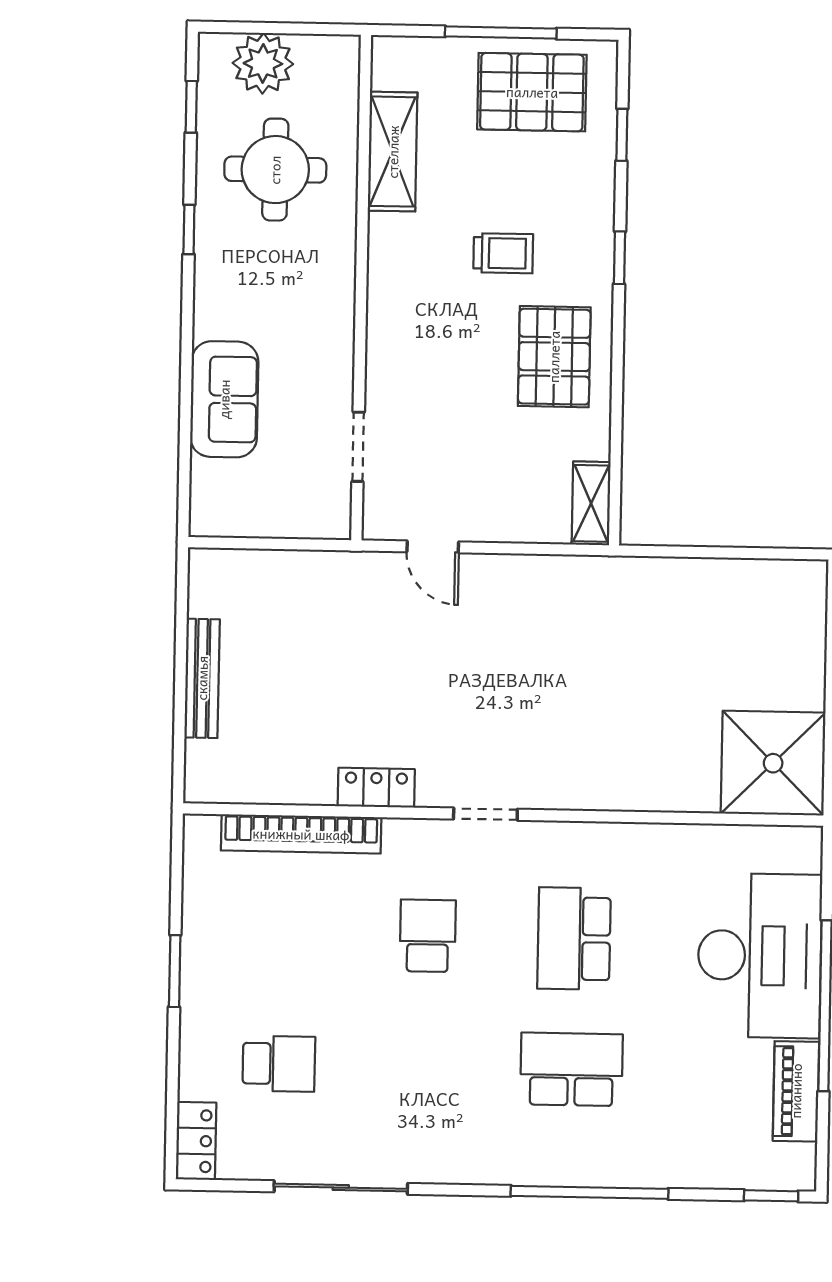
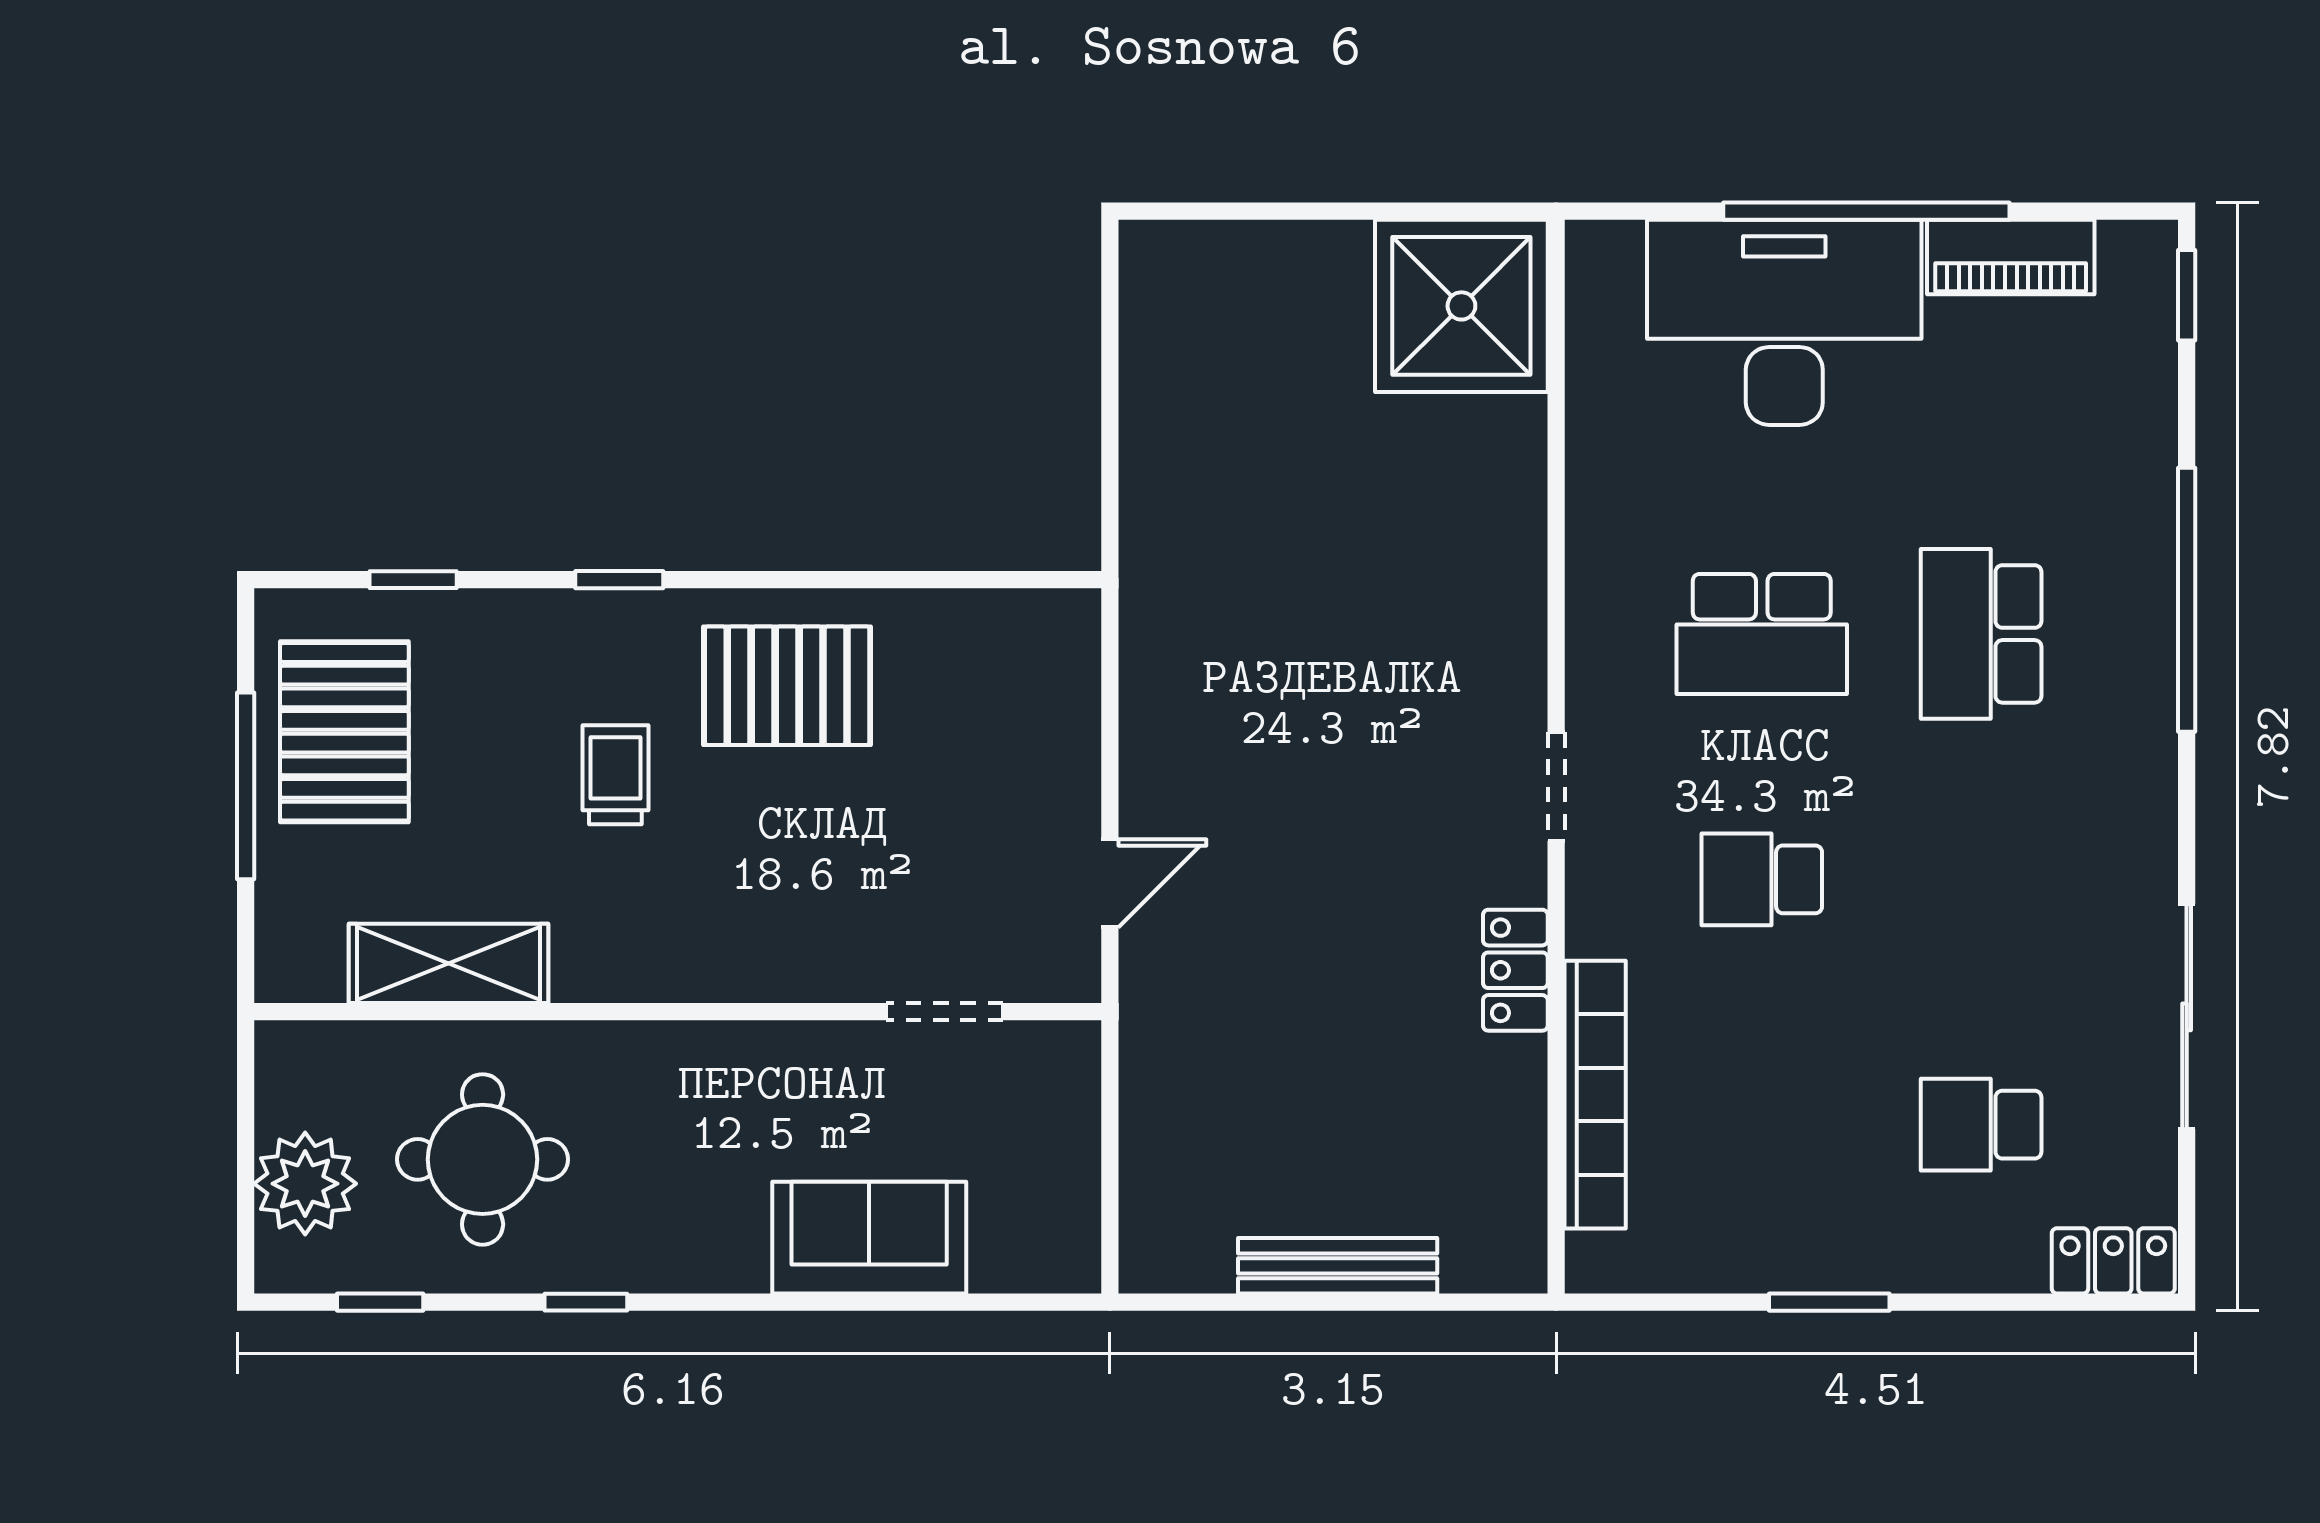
shelving: (591, 503) -> (1032, 619), removed
school desk: (279, 1064) -> (1981, 1125), turned -90

